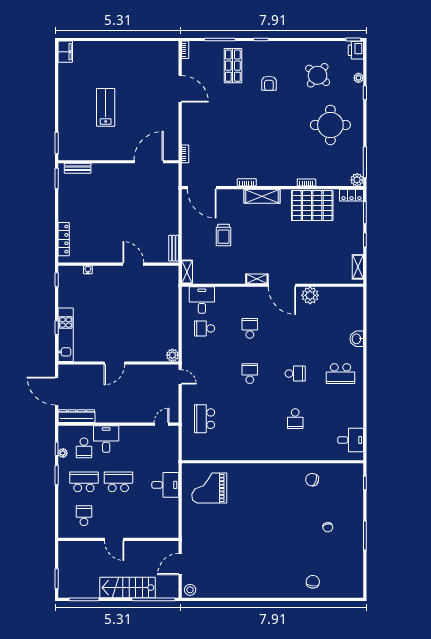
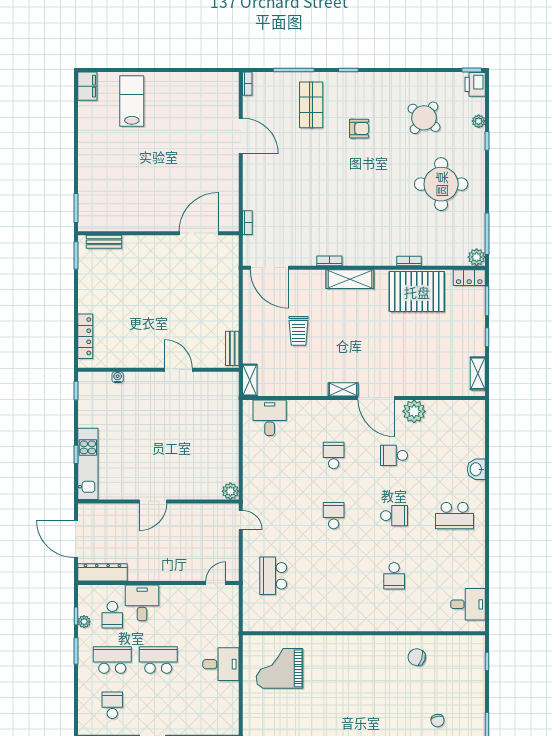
armchair: (269, 83) -> (359, 129), turned -90
lab bench: (106, 107) -> (132, 101), moved
school desk: (205, 328) -> (394, 455), moved

